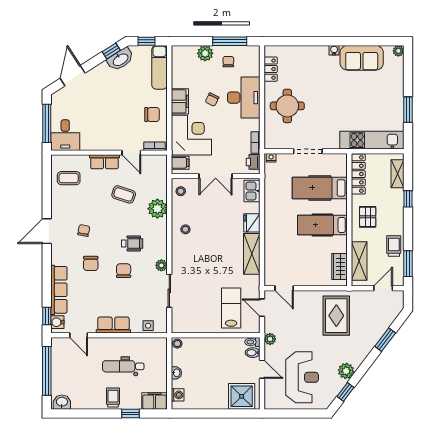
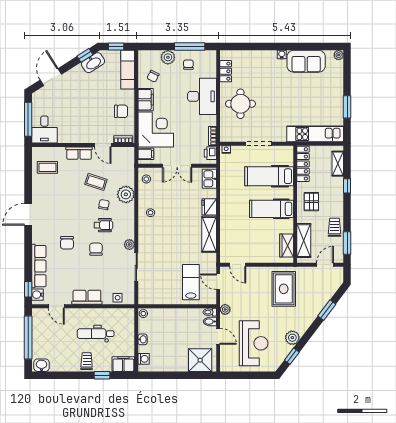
chair: (212, 100) -> (153, 76), moved
chair: (84, 230) -> (104, 205), moved

